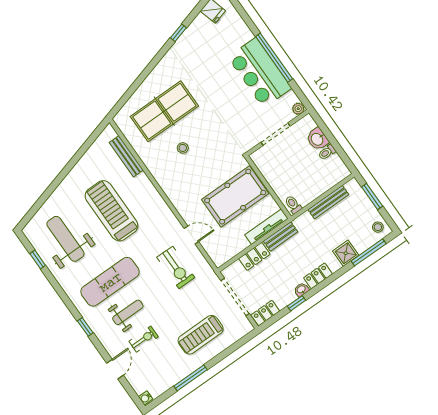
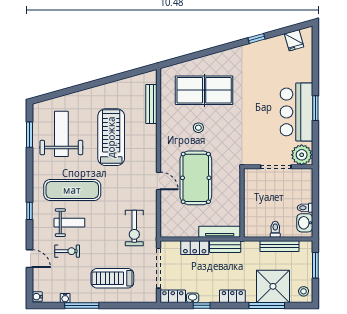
window: (274, 58) -> (315, 108), width x0.47
plant: (298, 109) -> (302, 155), width x1.88, depth x1.88
washbasin: (317, 139) -> (305, 223), moved
pool table: (235, 197) -> (196, 178), moved, turned 90
toilet: (293, 205) -> (275, 229), moved
door: (191, 235) -> (159, 181), moved
window: (369, 252) -> (267, 305), moved
shower: (346, 253) -> (273, 286), width x1.86, depth x1.86
window: (38, 259) -> (29, 135), width x1.50
exercise bike: (176, 267) -> (134, 228), moved
washbasin: (301, 290) -> (193, 298), moved
door: (115, 369) -> (29, 259), hinge flipped
water cooler: (171, 382) -> (65, 298), added

